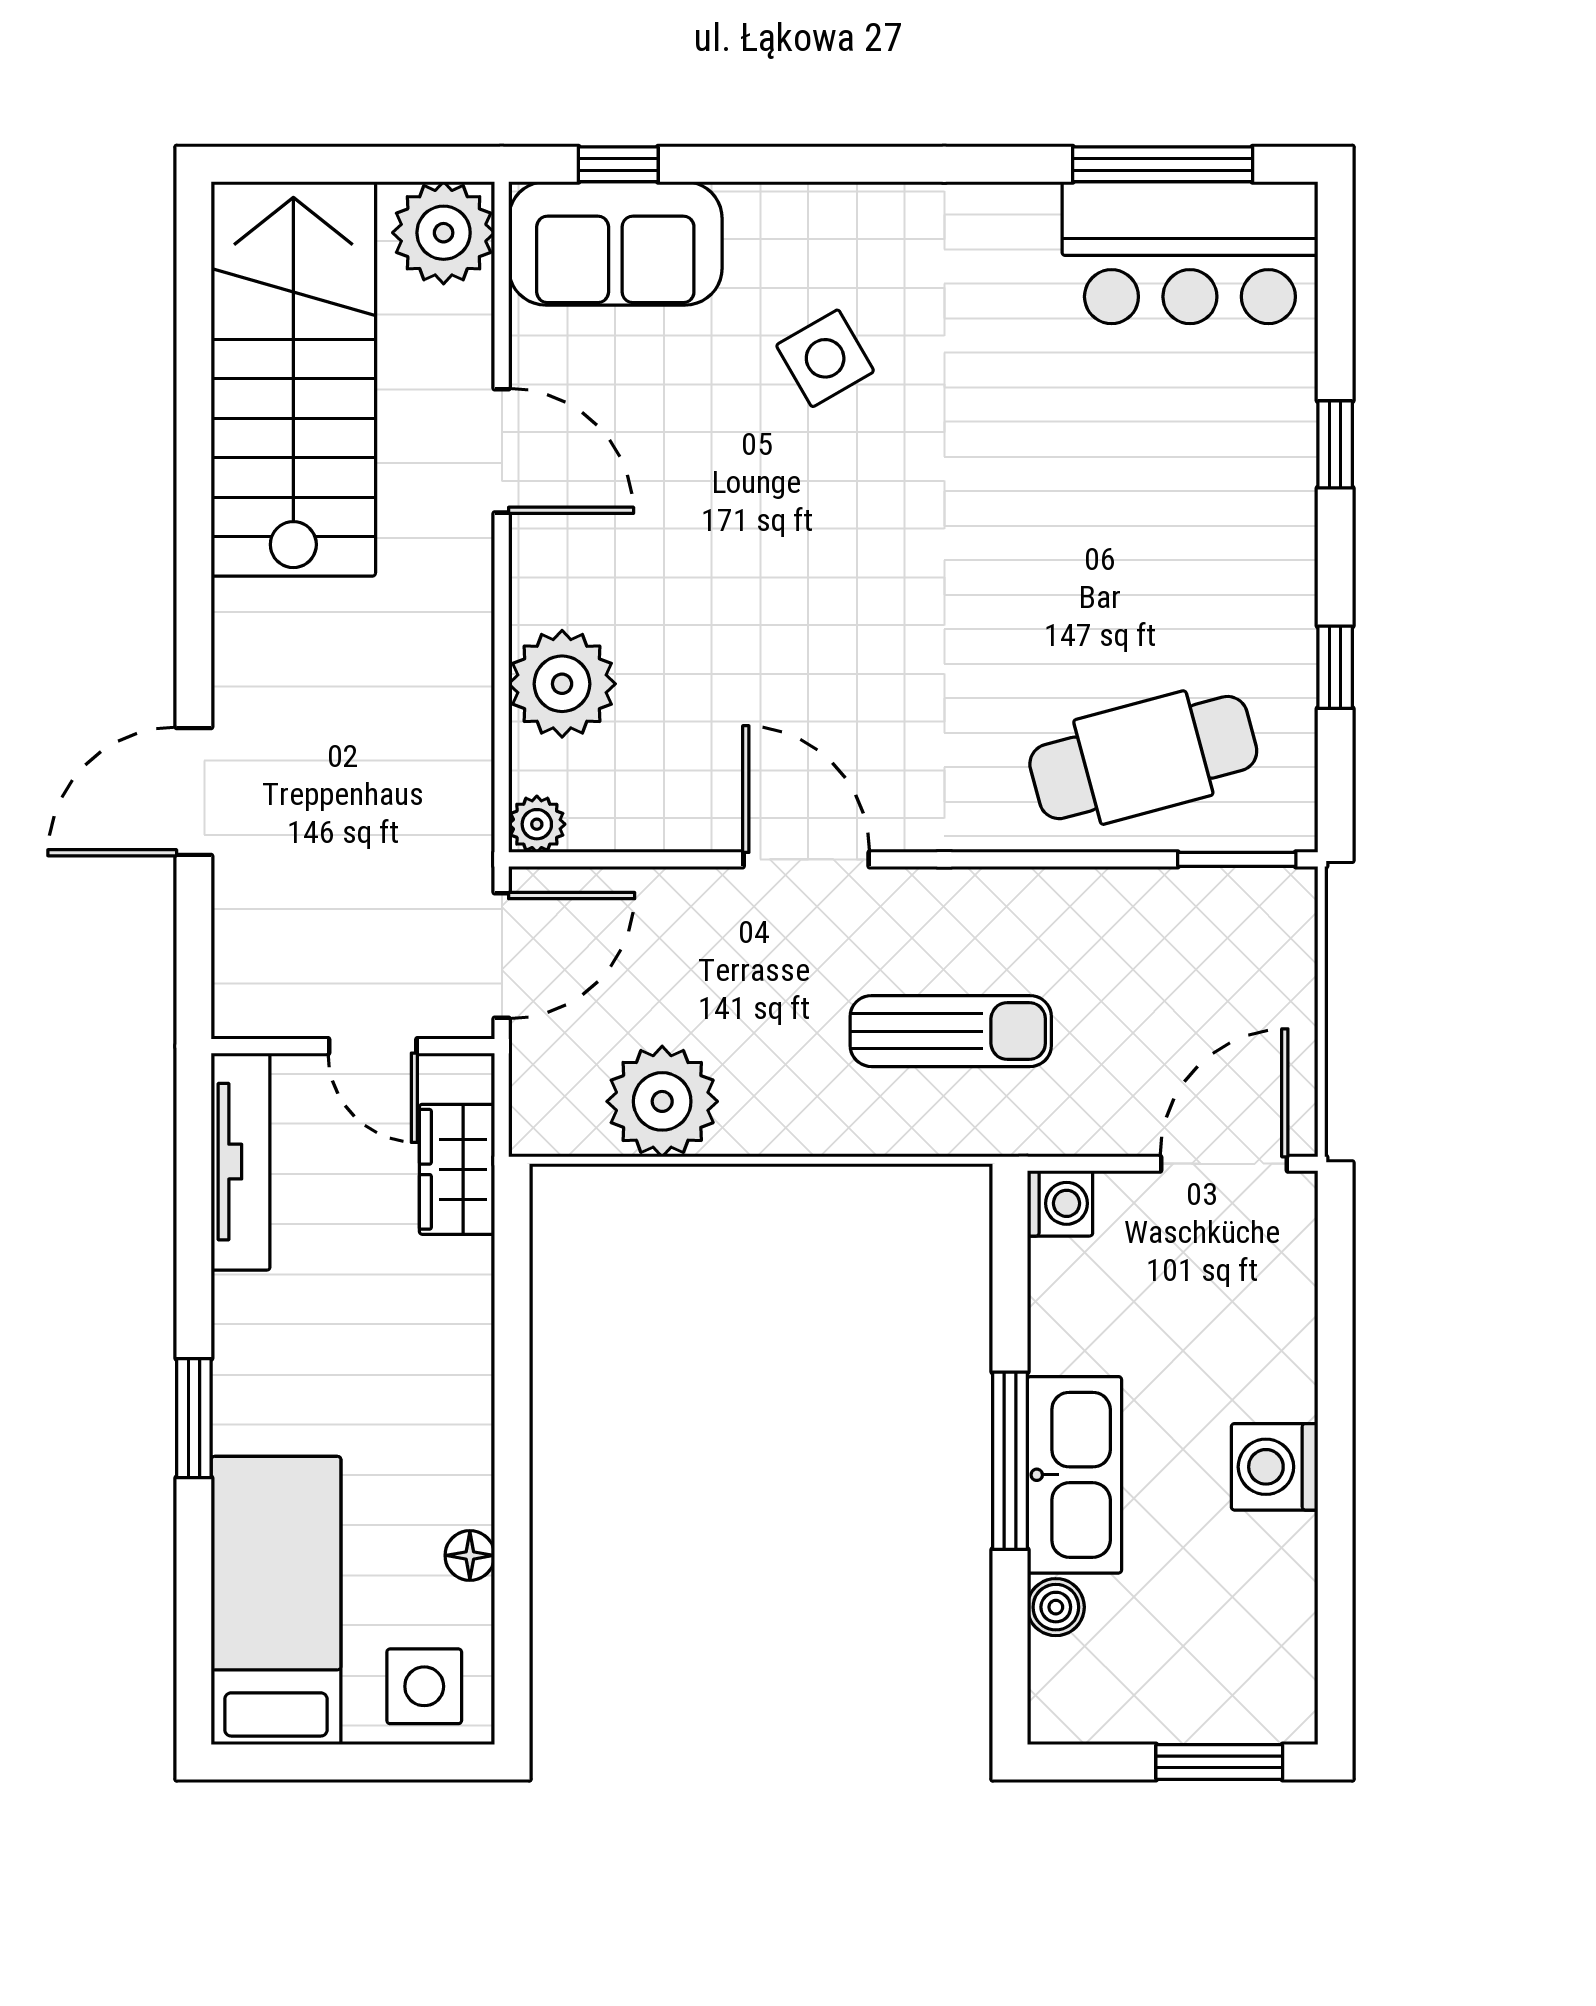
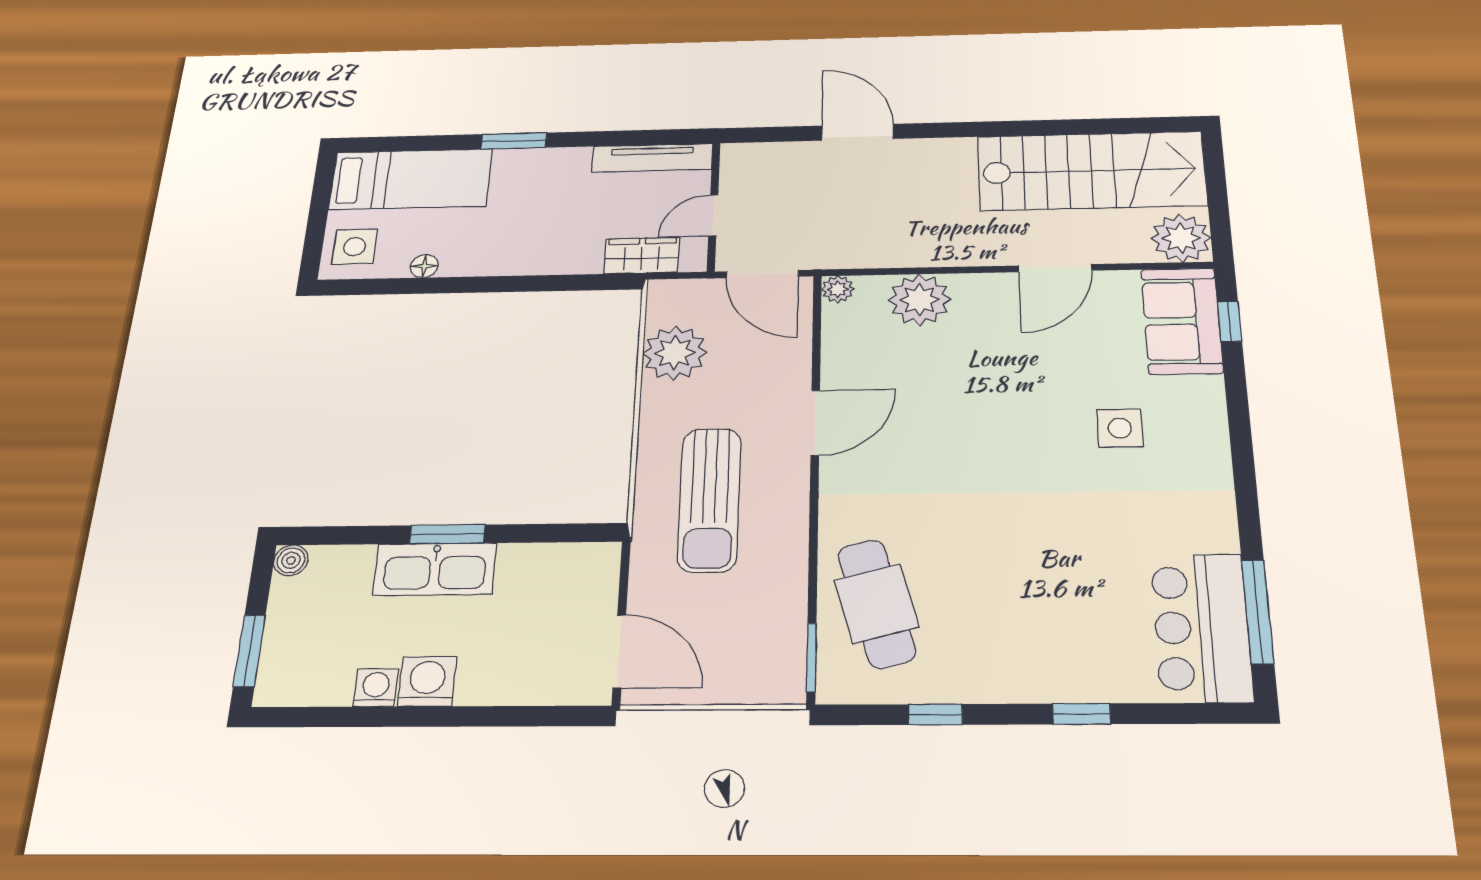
side table: (825, 358) -> (1120, 428), turned 30
sun lounger: (951, 1031) -> (709, 500), width x1.36, depth x1.34
washing machine: (1060, 1203) -> (376, 688), moved, turned 180
window: (1010, 1461) -> (447, 534), width x0.69
boiler: (1056, 1607) -> (291, 560), moved

